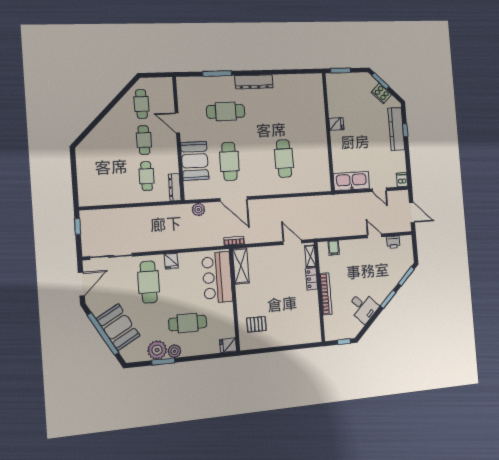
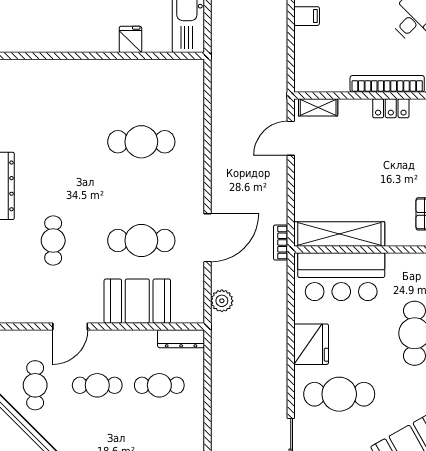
cafe table: (141, 104) -> (35, 385), turned 90
cafe table: (226, 111) -> (53, 241), width x0.73, depth x0.74
fridge: (336, 124) -> (130, 39), moved
filing cabinet: (334, 248) -> (307, 16), moved
fridge: (171, 261) -> (311, 344), width x1.88, depth x1.34
shelving: (241, 266) -> (339, 234), width x1.47
locker: (312, 279) -> (391, 108), moved

